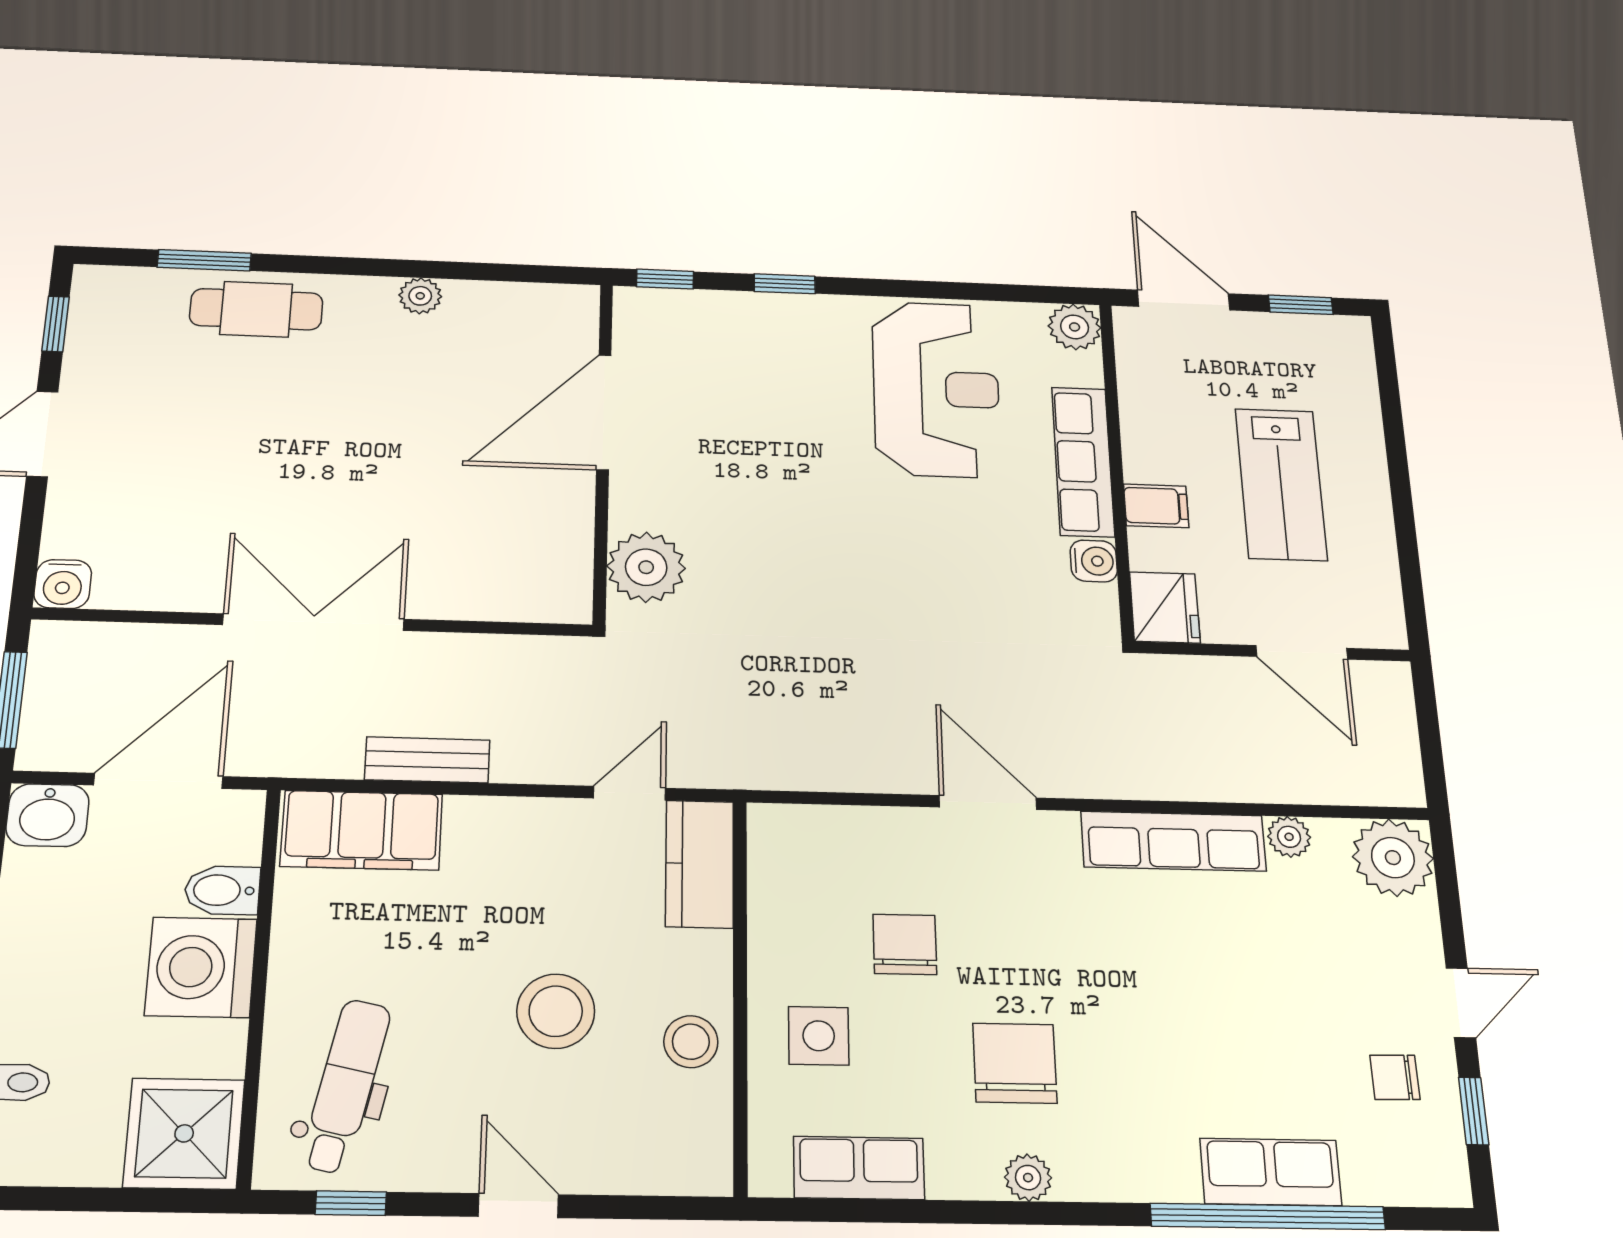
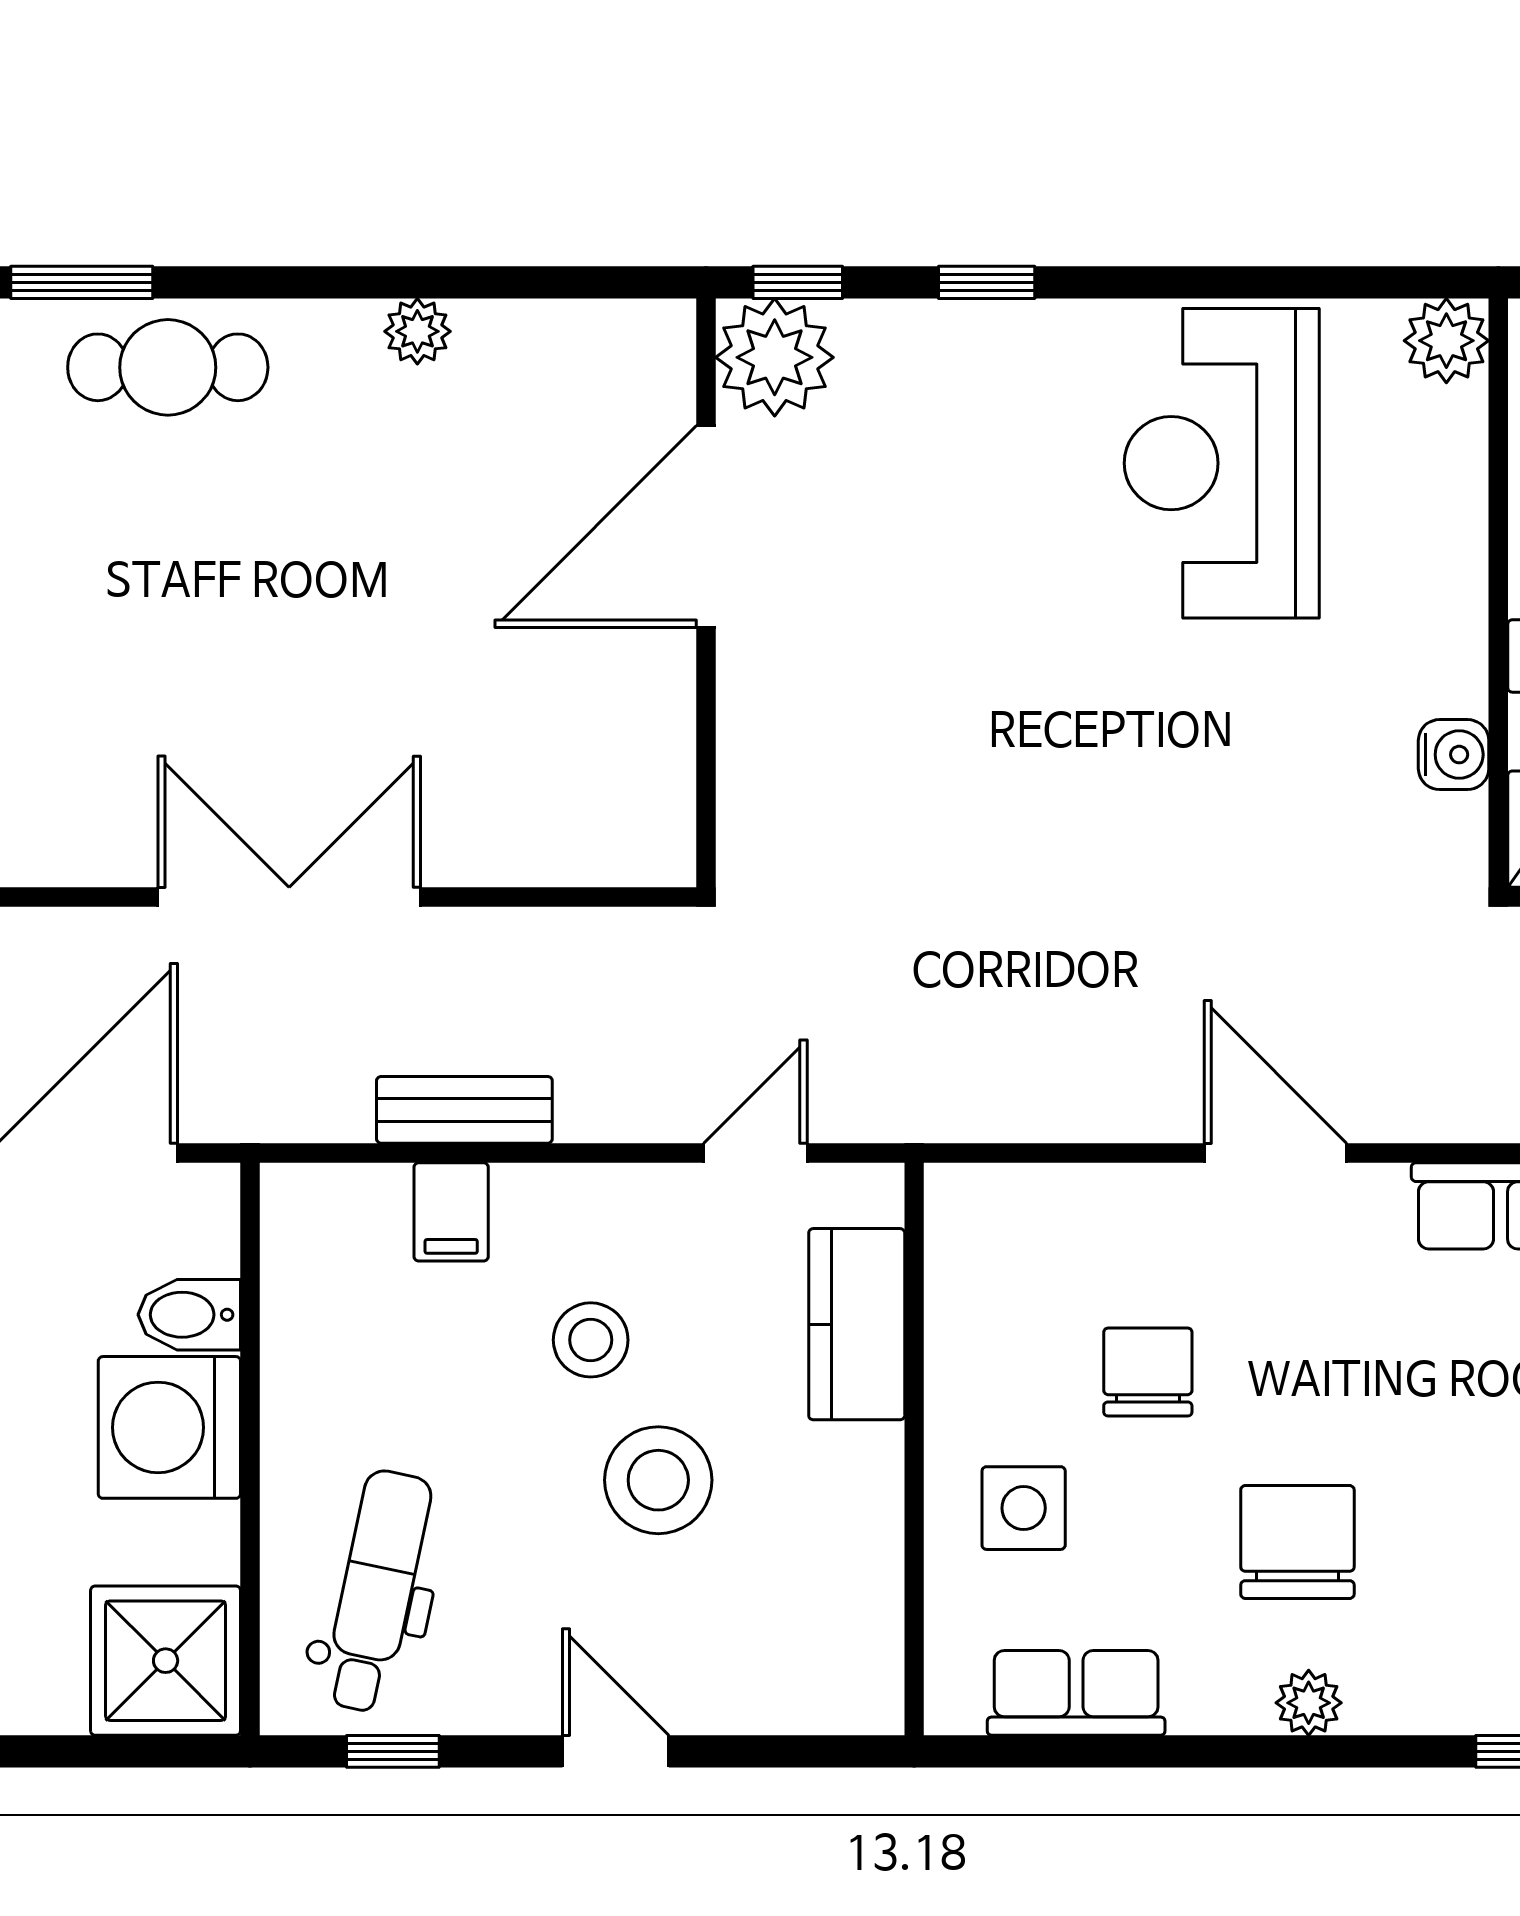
reception desk: (936, 389) -> (1222, 463), turned 180
row of seats: (1083, 462) -> (1447, 583), removed
plant: (646, 567) -> (775, 357), moved
filing cabinet: (362, 830) -> (451, 1212), width x0.33, depth x0.86
kitchen counter: (700, 864) -> (857, 1324), moved
stool: (691, 1042) -> (591, 1340), moved

